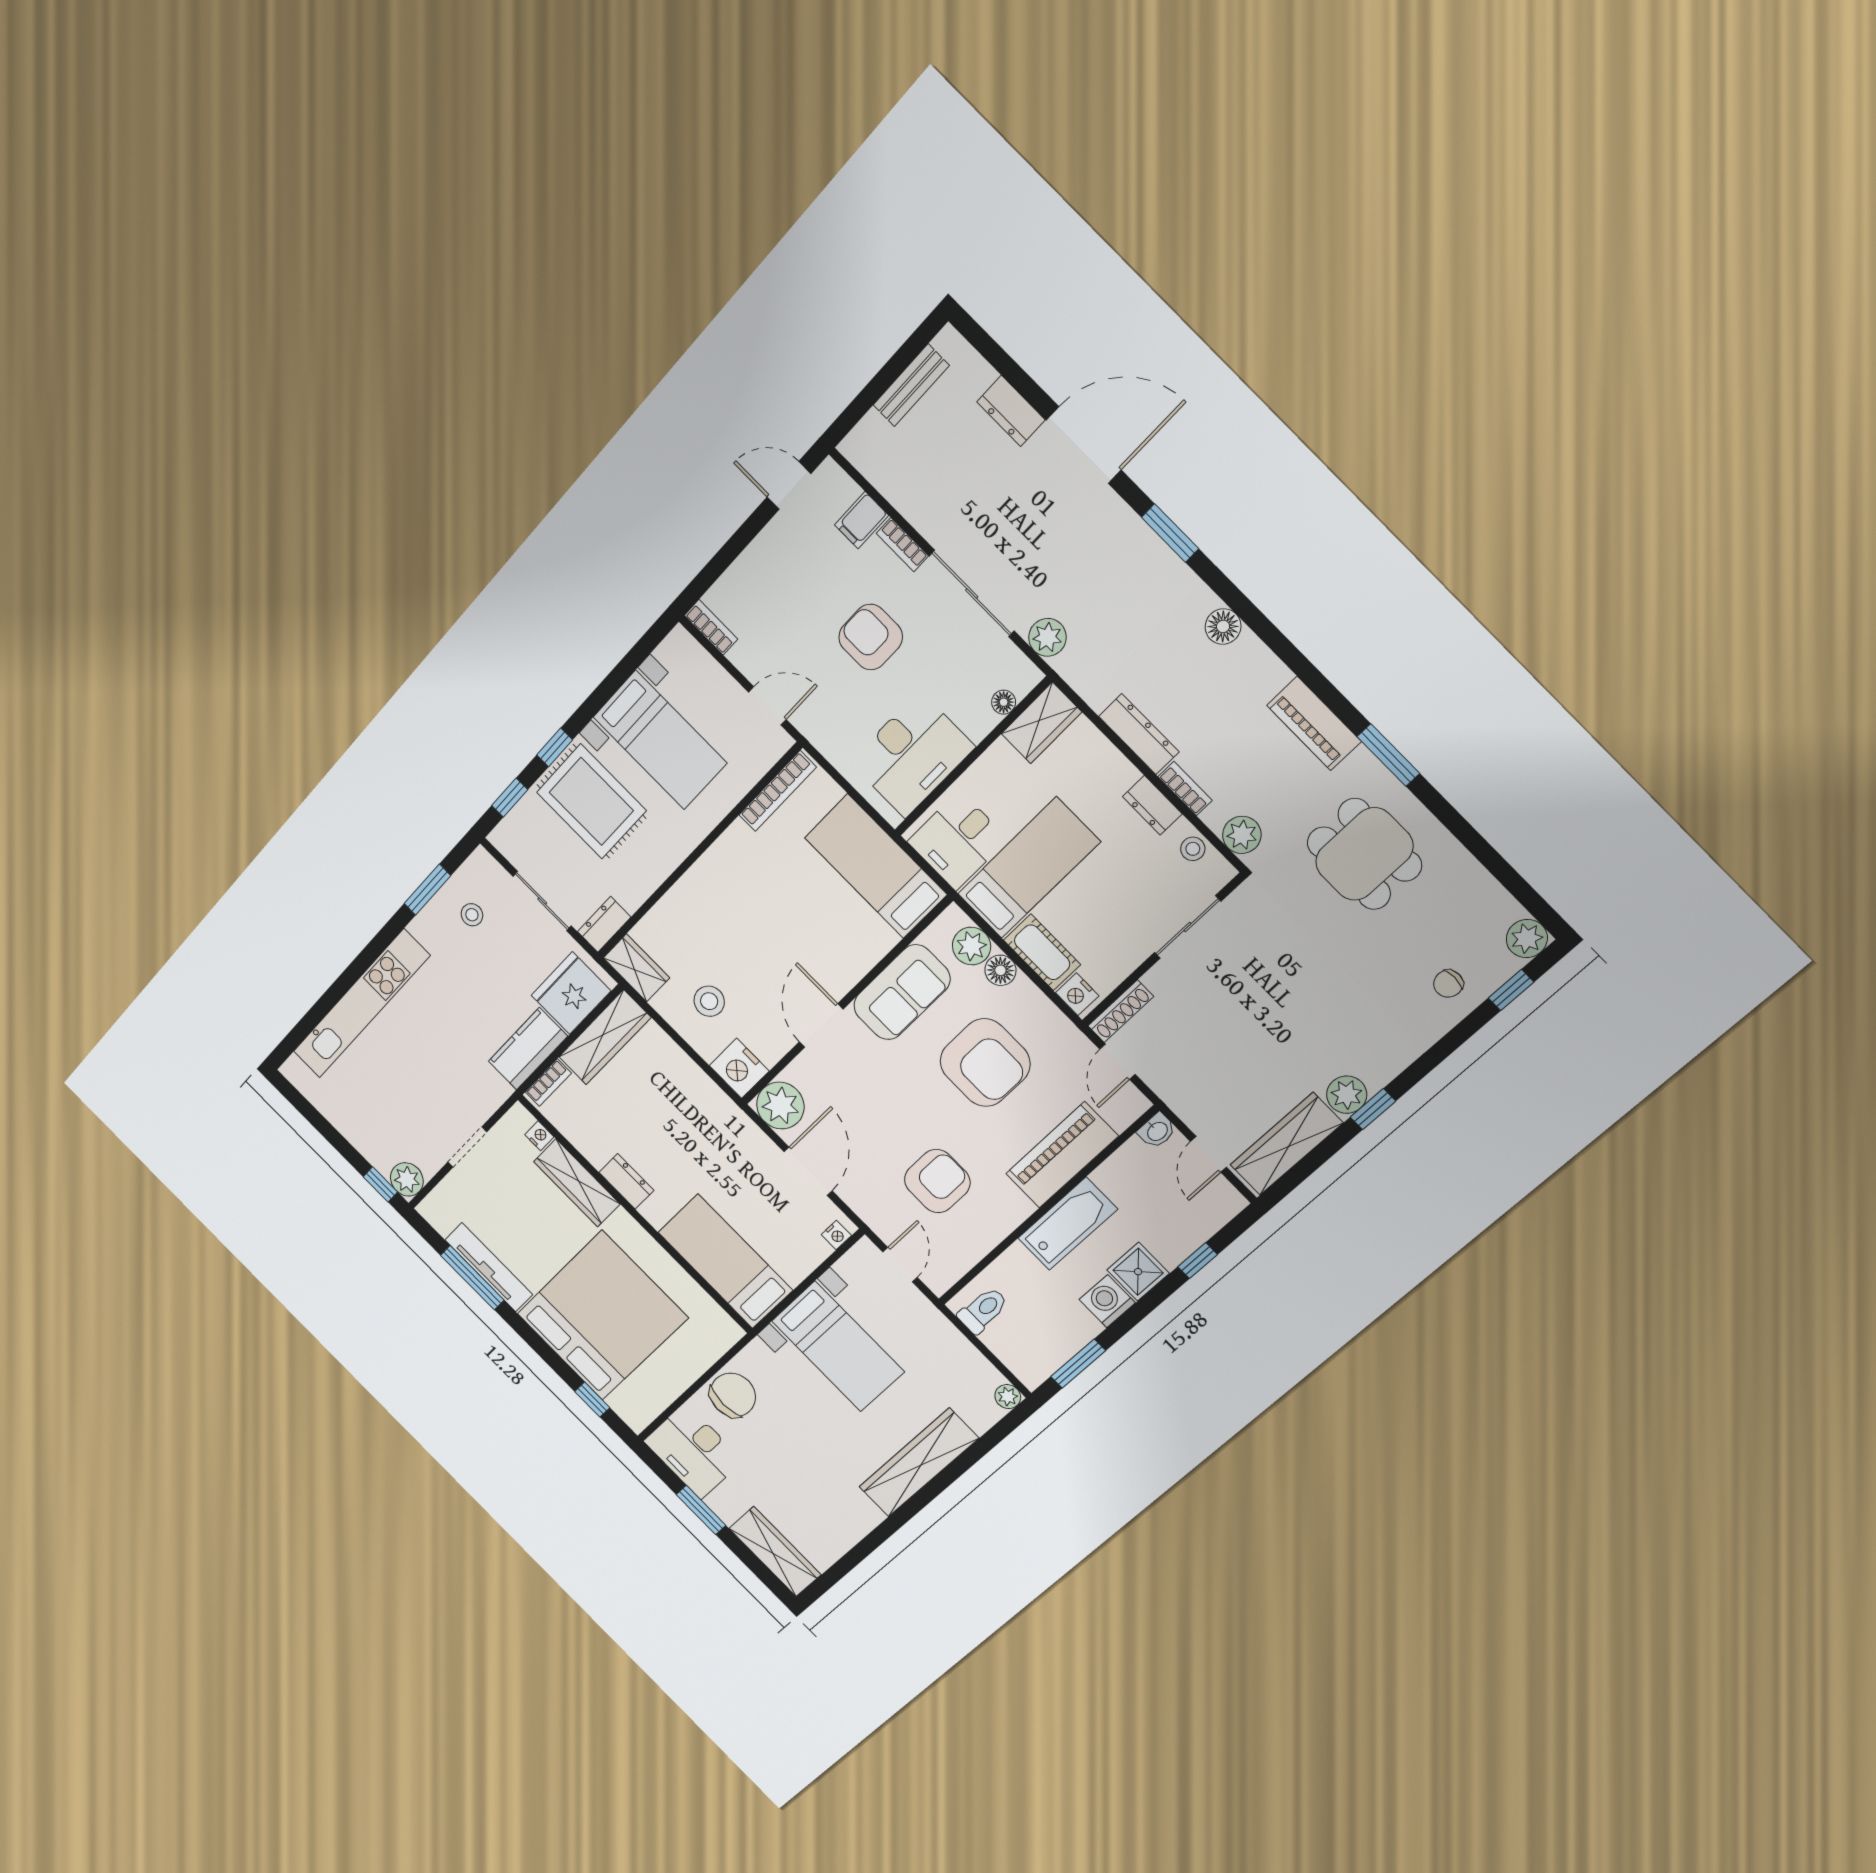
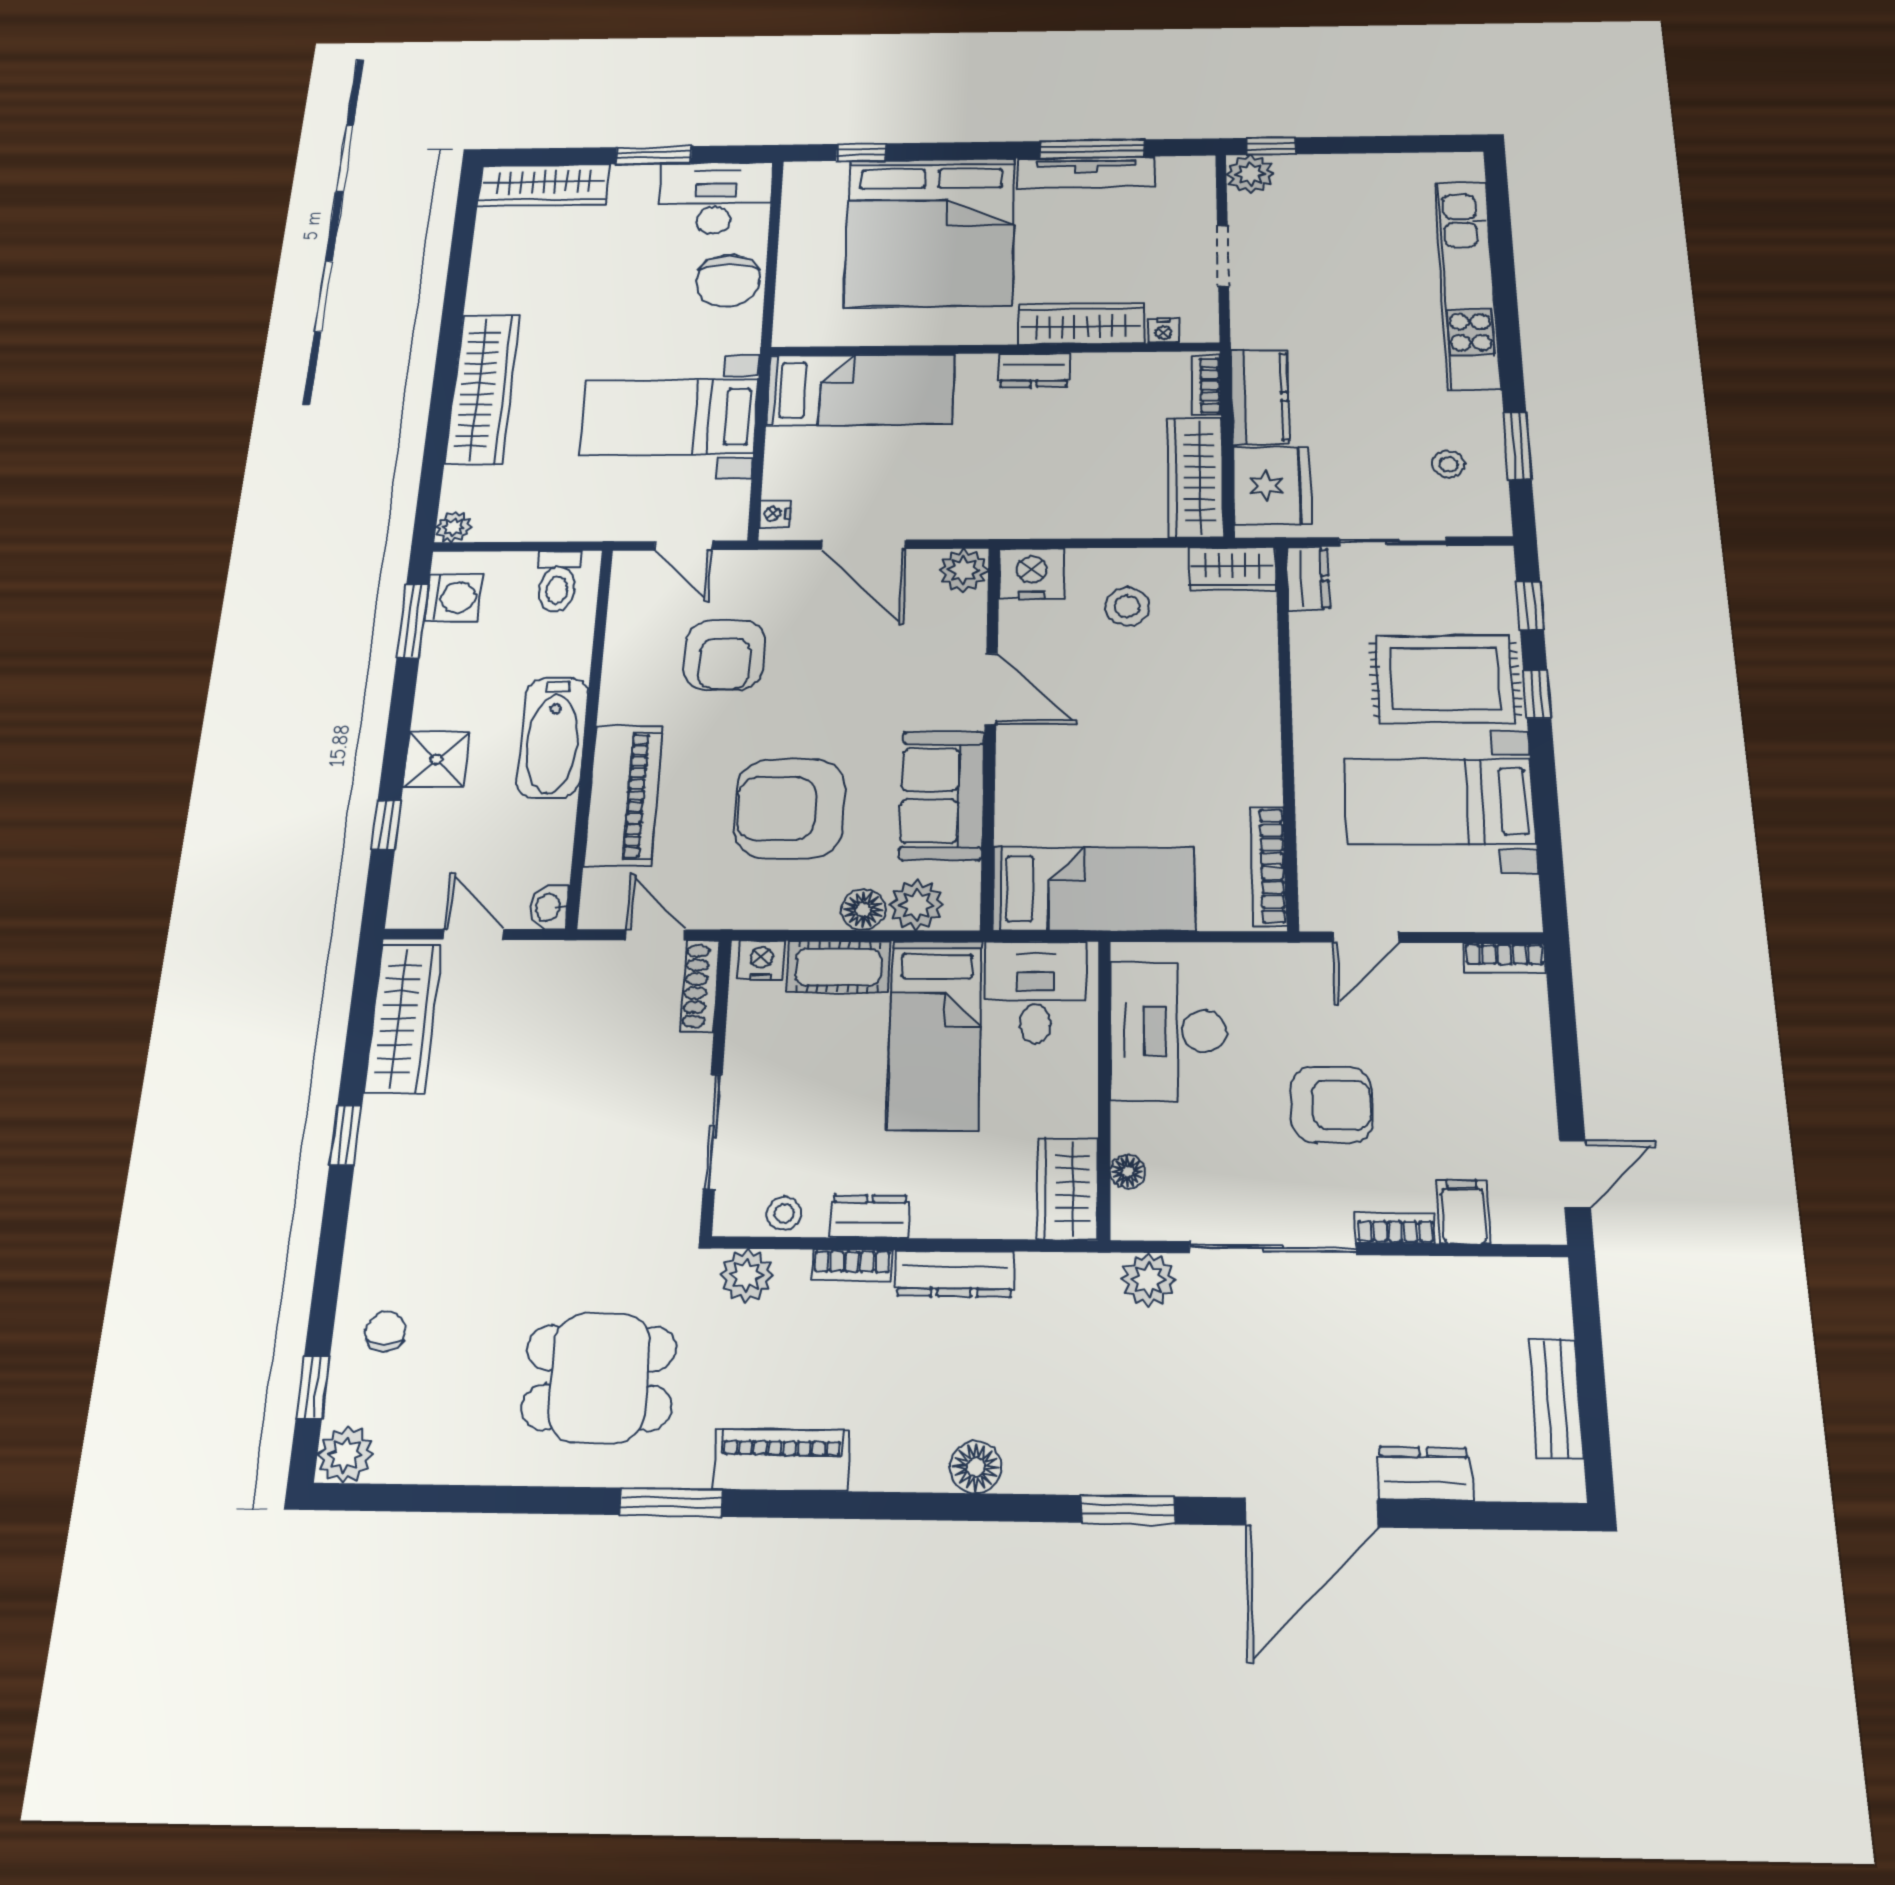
plant: (1347, 1095) -> (387, 1123), removed
plant: (780, 1106) -> (963, 570), width x0.73, depth x0.73
washing machine: (1107, 1301) -> (454, 598), moved

